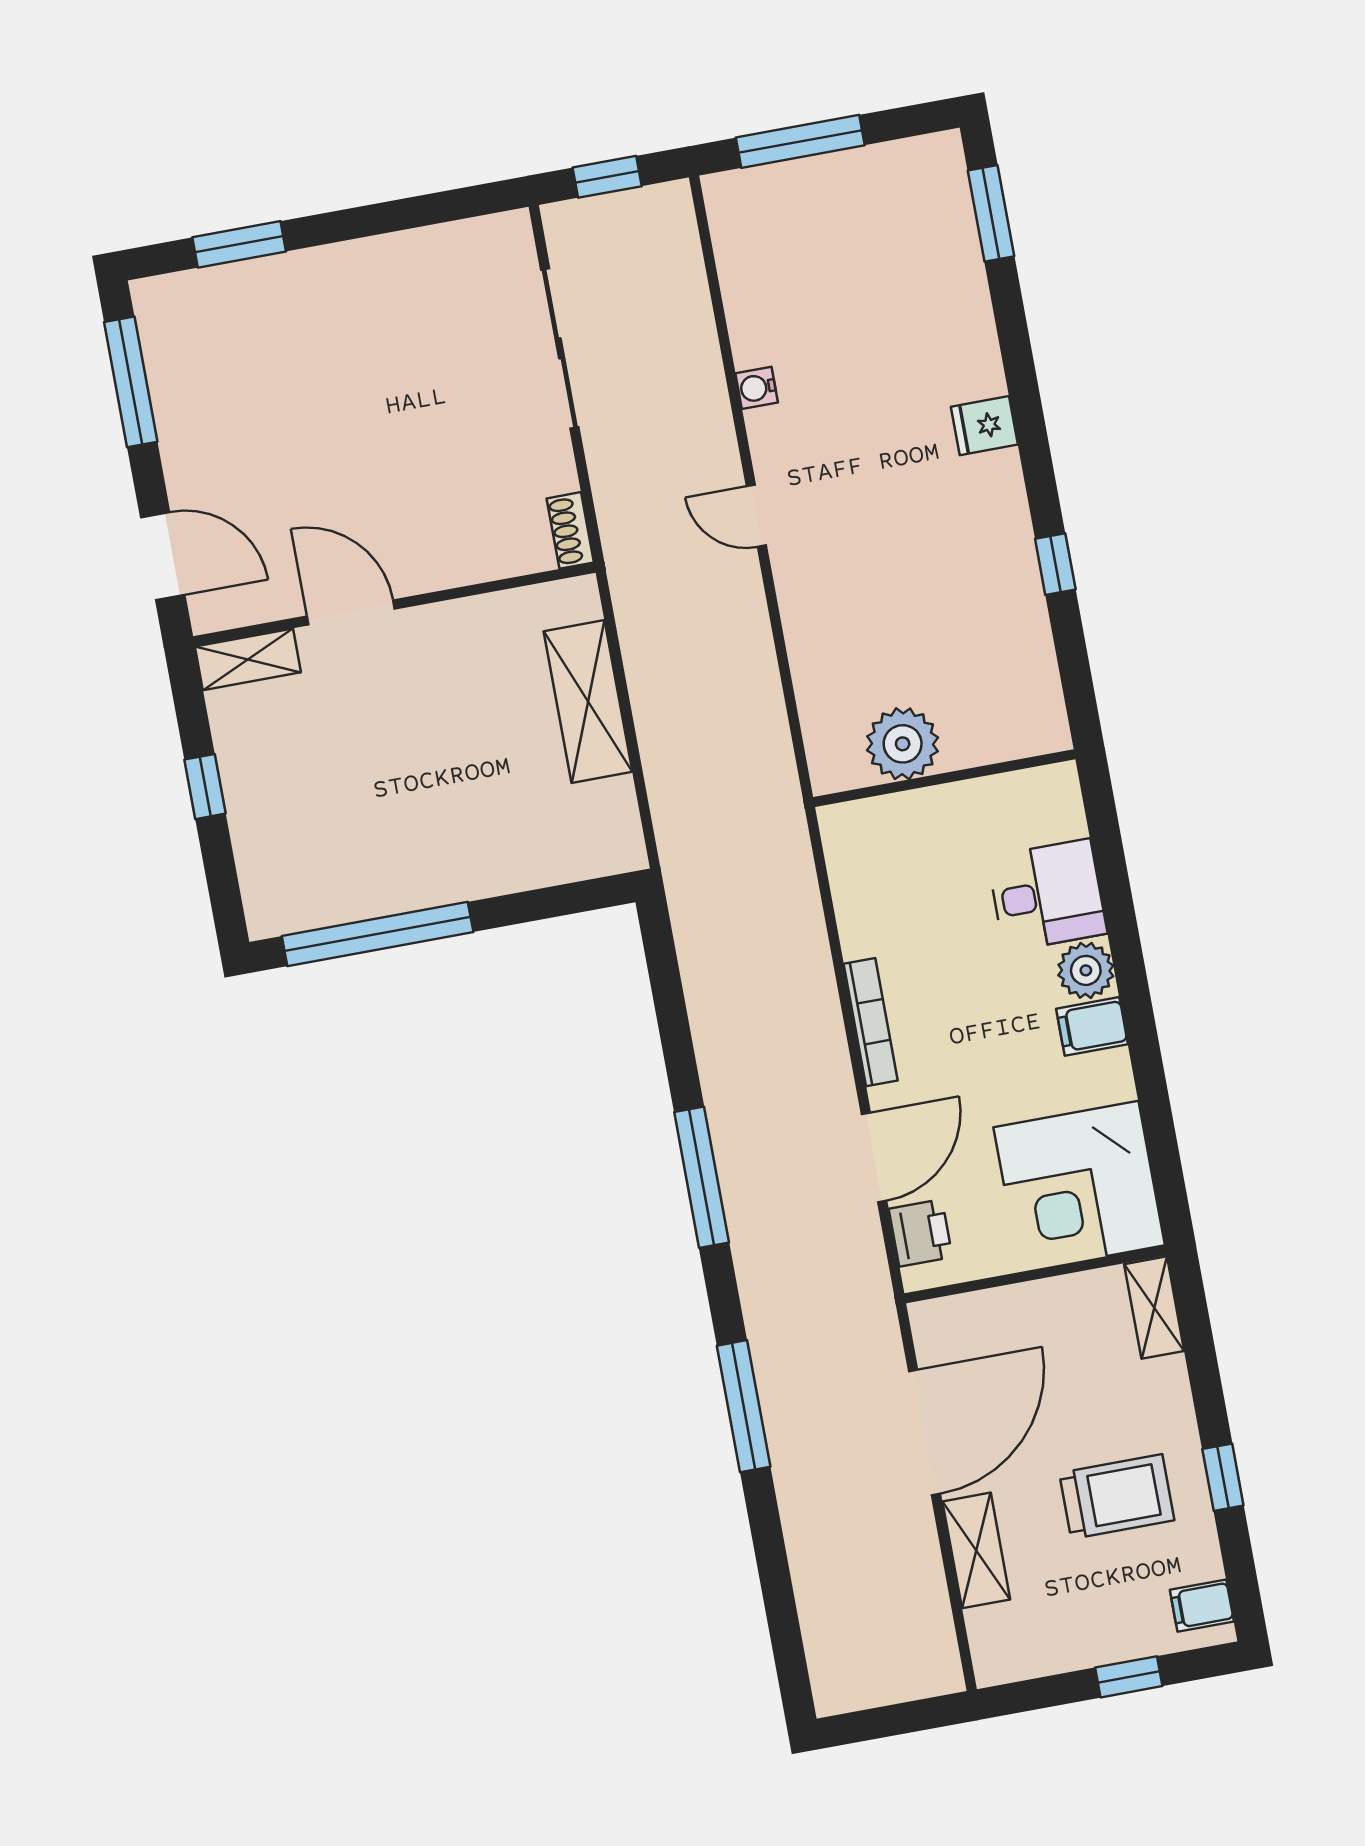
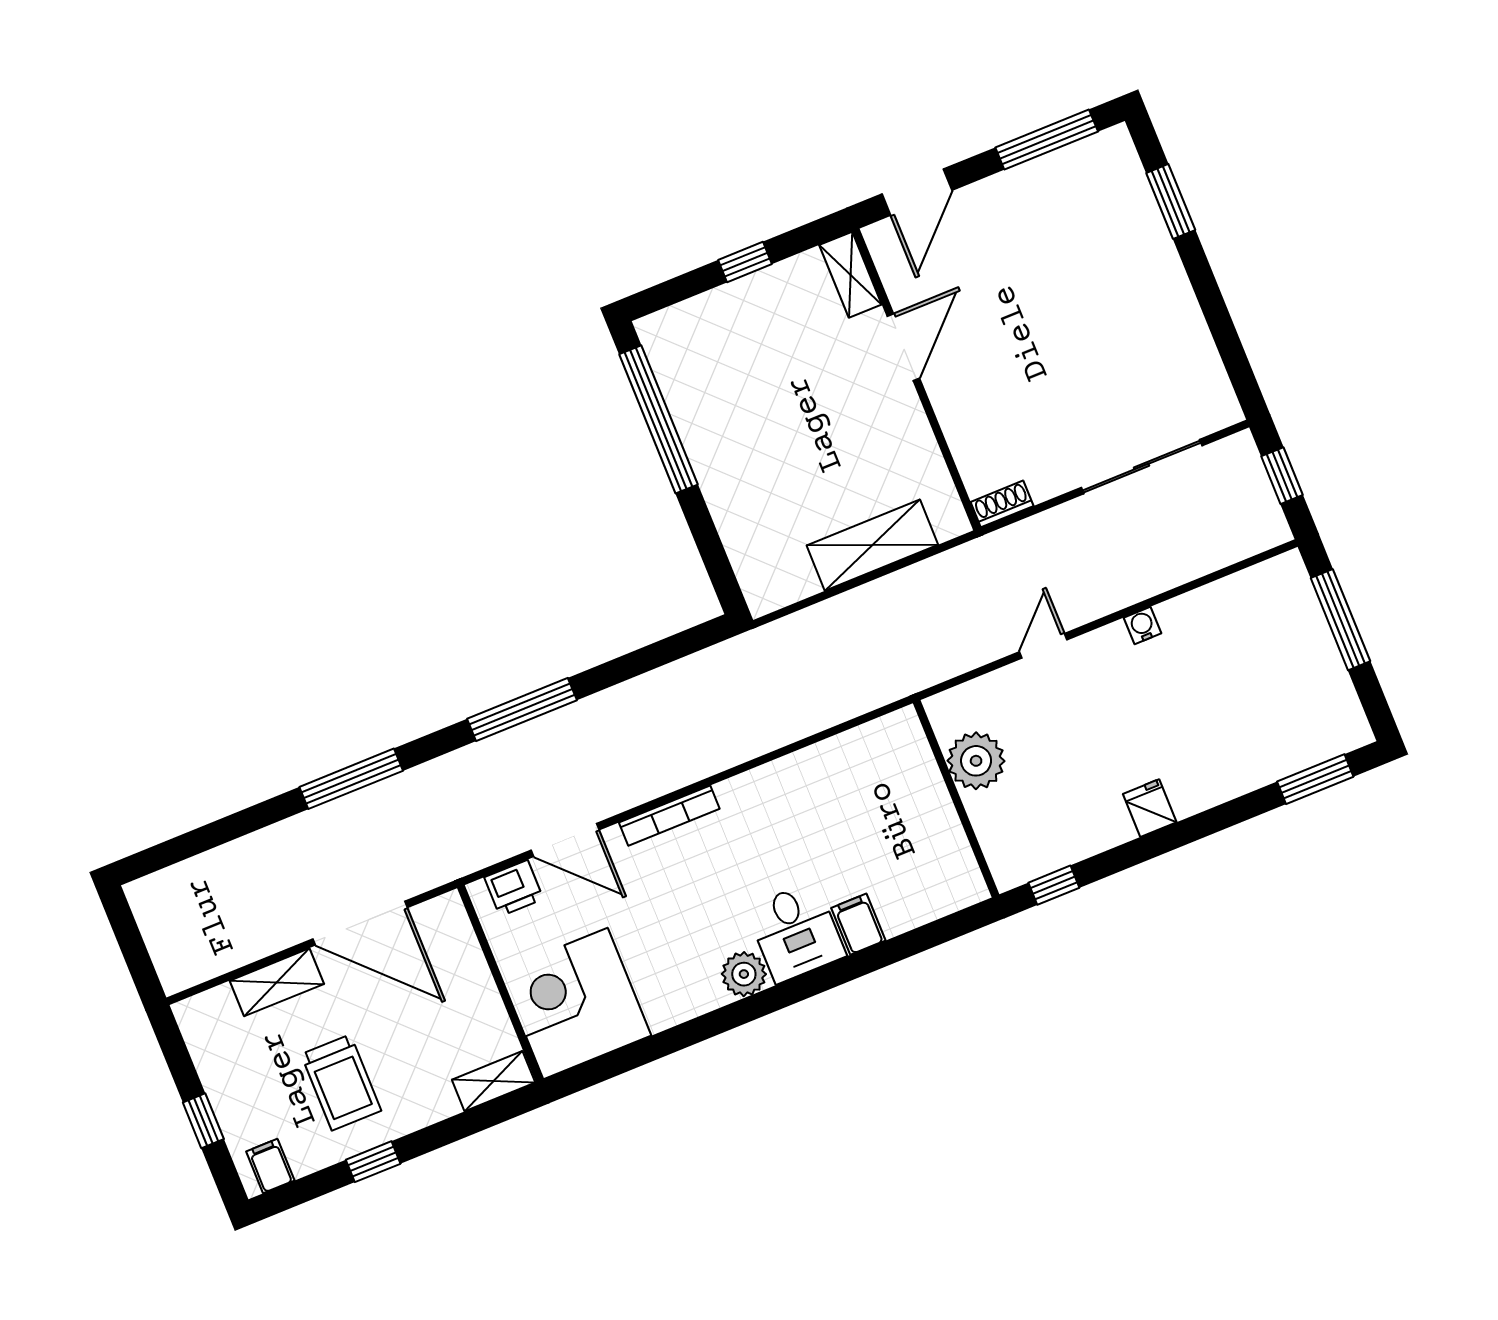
plant: (903, 744) -> (976, 761), moved
wall: (944, 778) -> (956, 799), moved
filing cabinet: (1092, 1026) -> (858, 924), moved

